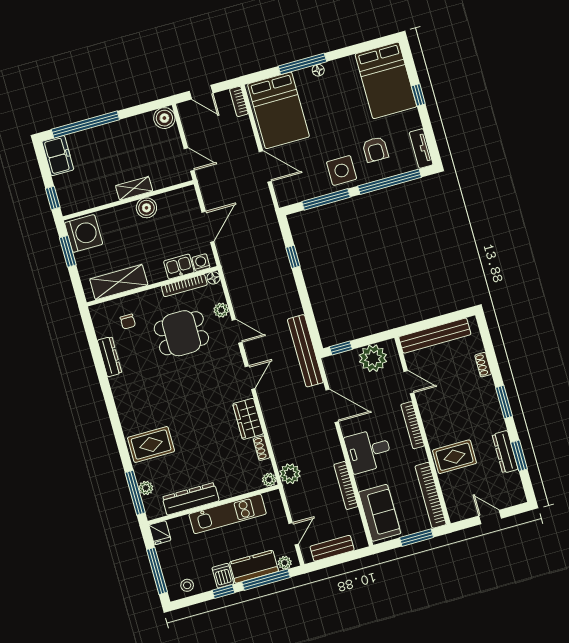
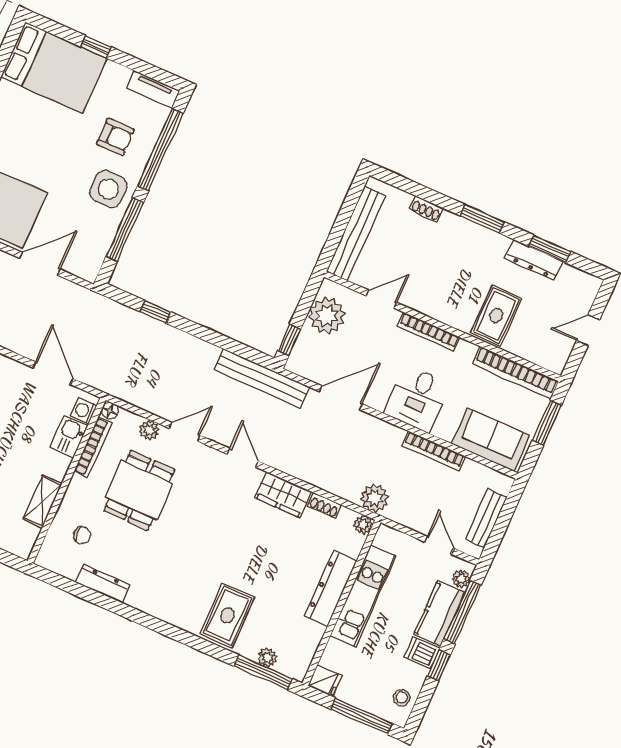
shelving: (119, 282) -> (42, 501), width x0.67, depth x0.75
dresser: (191, 499) -> (331, 588), moved

